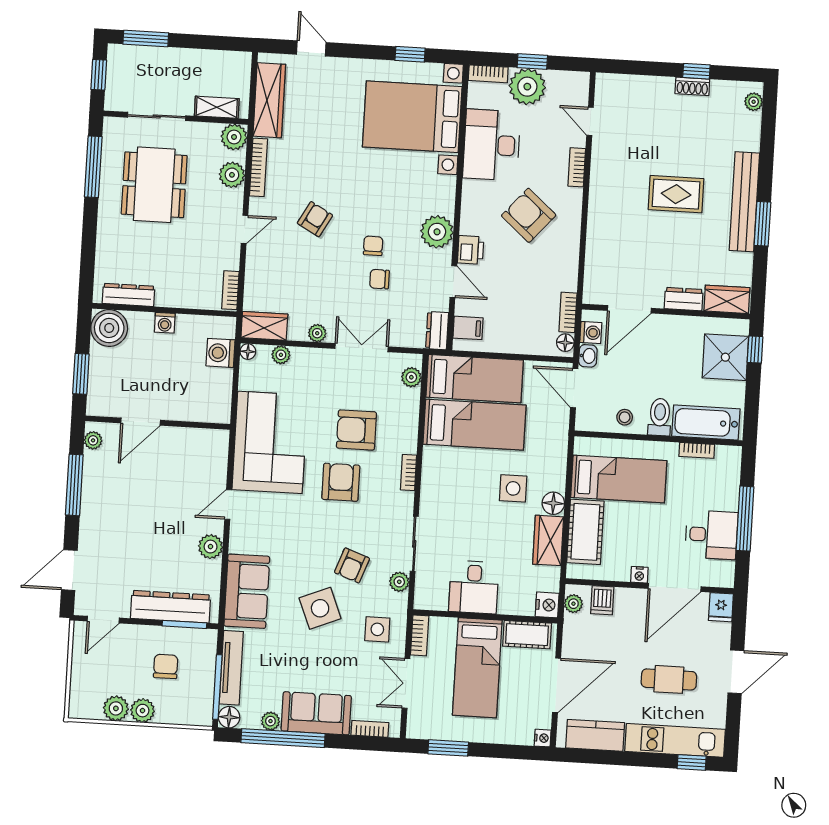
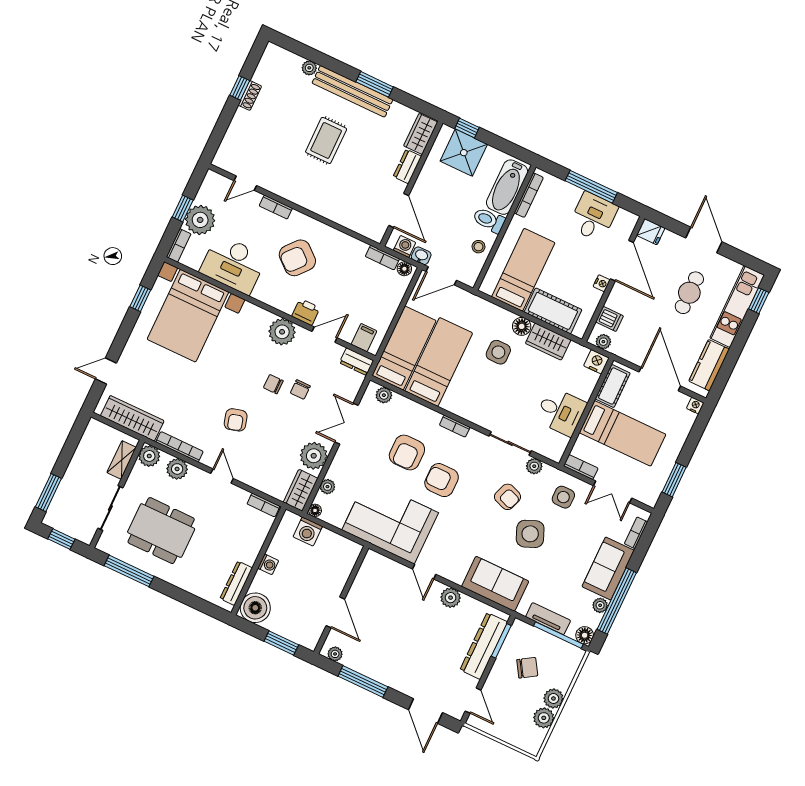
plant: (754, 102) -> (309, 68), moved
armchair: (315, 219) -> (236, 420), turned -135
plant: (317, 333) -> (314, 456), width x1.88, depth x1.88
bookcase: (697, 450) -> (529, 195), width x1.56
chair: (166, 666) -> (527, 668), turned 148
tv unit: (231, 668) -> (548, 619), width x0.71

